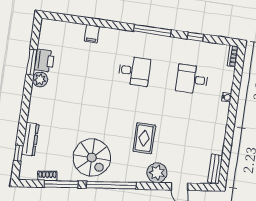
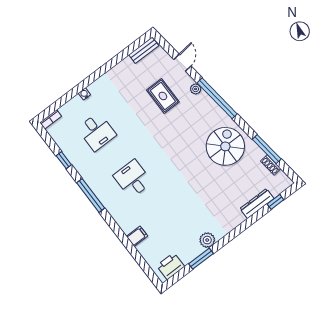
printer: (44, 61) -> (171, 266), moved
rug: (144, 138) -> (163, 96), moved, turned 90
plant: (157, 173) -> (196, 89), width x0.53, depth x0.53
window: (111, 185) -> (217, 98), moved

